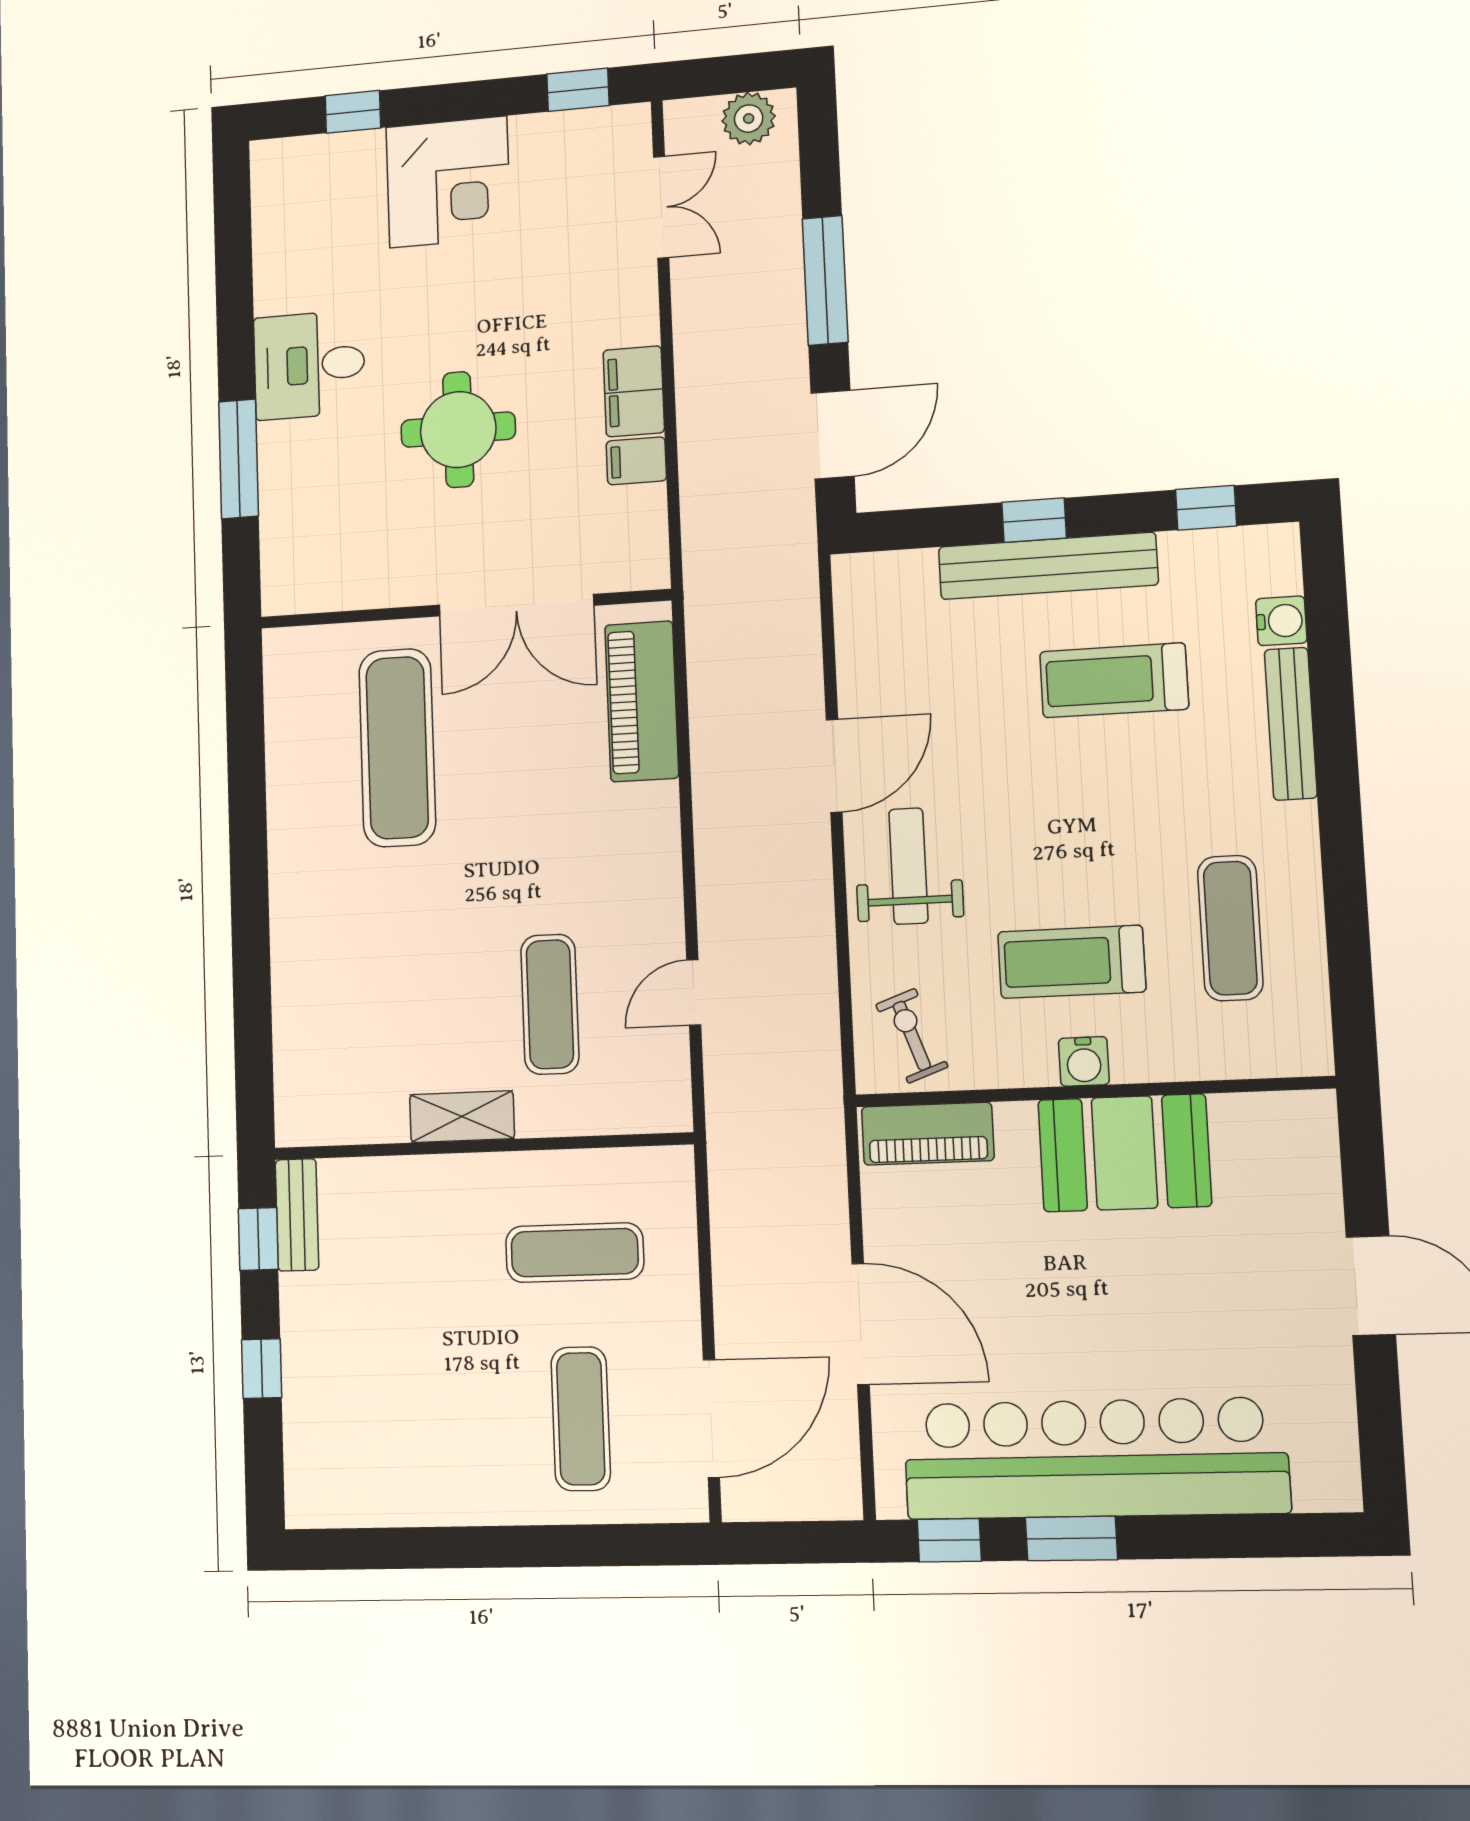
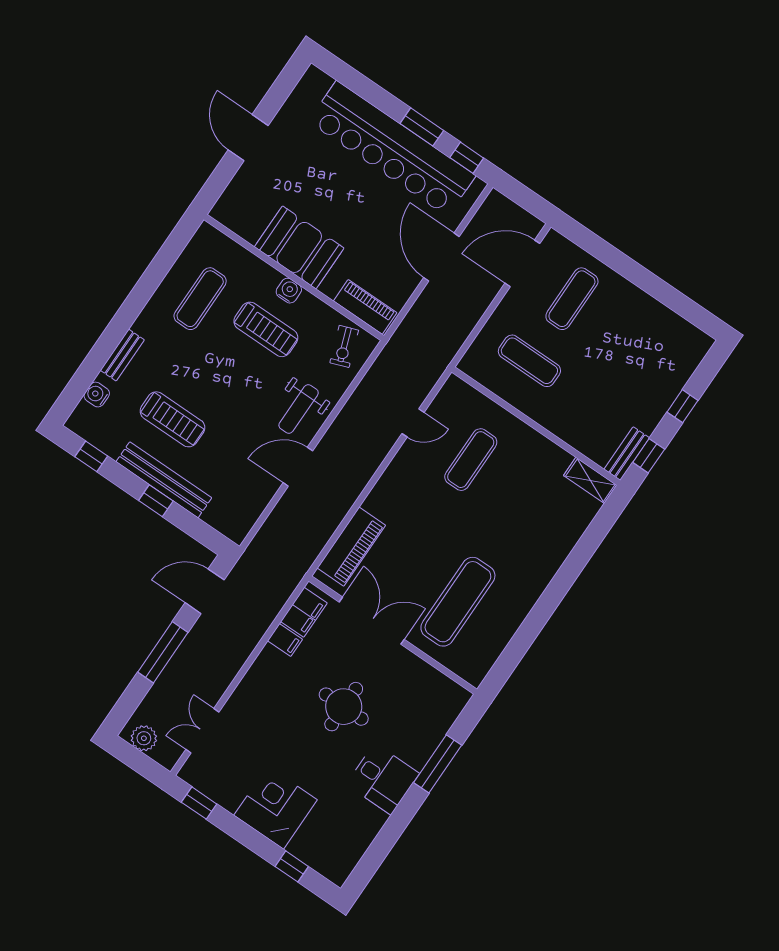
filing cabinet: (634, 391) -> (304, 612), moved
bench: (1291, 724) -> (122, 355), width x0.73
shelving: (462, 1117) -> (590, 480), moved

